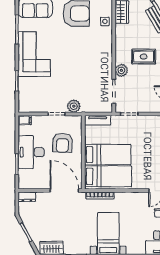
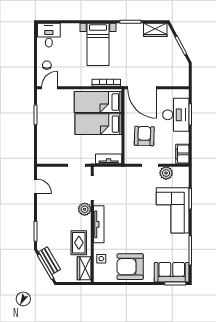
corner sofa: (34, 54) -> (173, 210), moved
tv unit: (107, 55) -> (99, 224), added
rug: (144, 57) -> (79, 243), moved, turned 90
plant: (74, 106) -> (166, 173), moved
filing cabinet: (25, 120) -> (182, 154), width x2.00
desk: (31, 152) -> (176, 115), moved
dresser: (27, 197) -> (180, 81), removed

